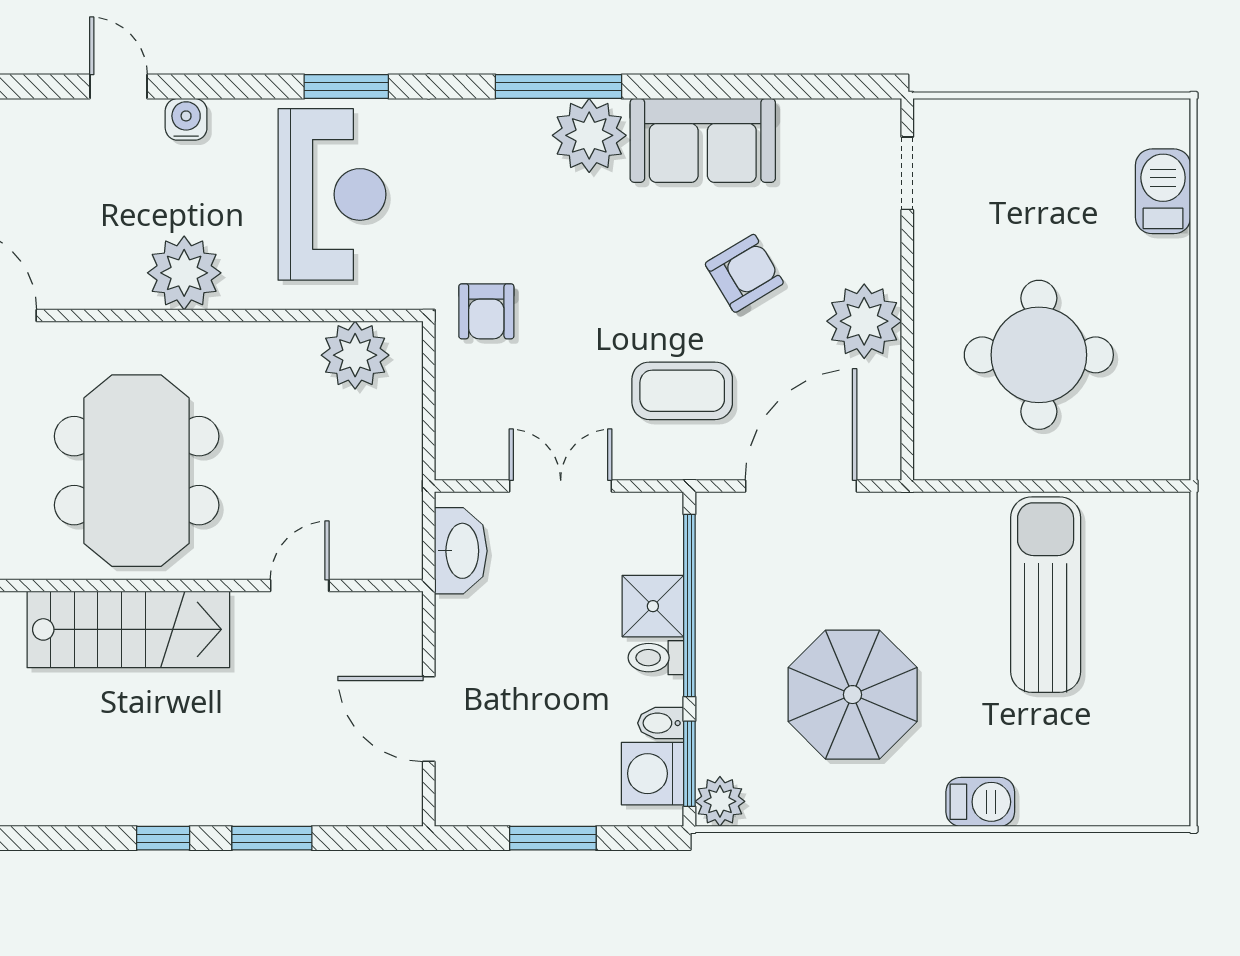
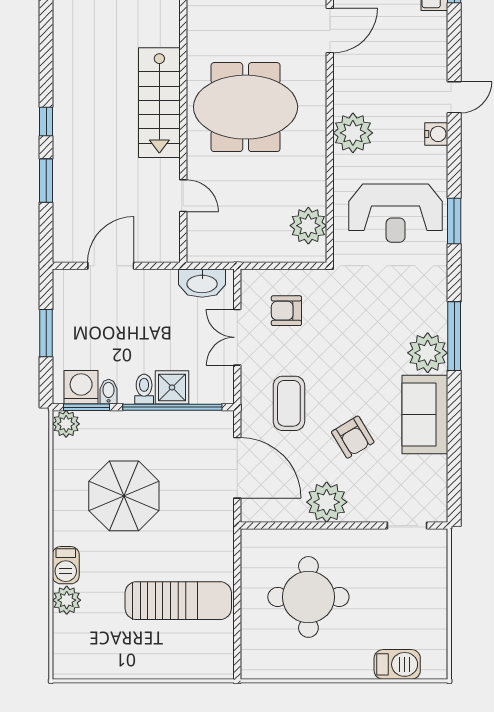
armchair: (486, 311) -> (286, 311), moved
double door: (561, 486) -> (237, 337), swing flipped
plant: (1045, 800) -> (67, 600), added

